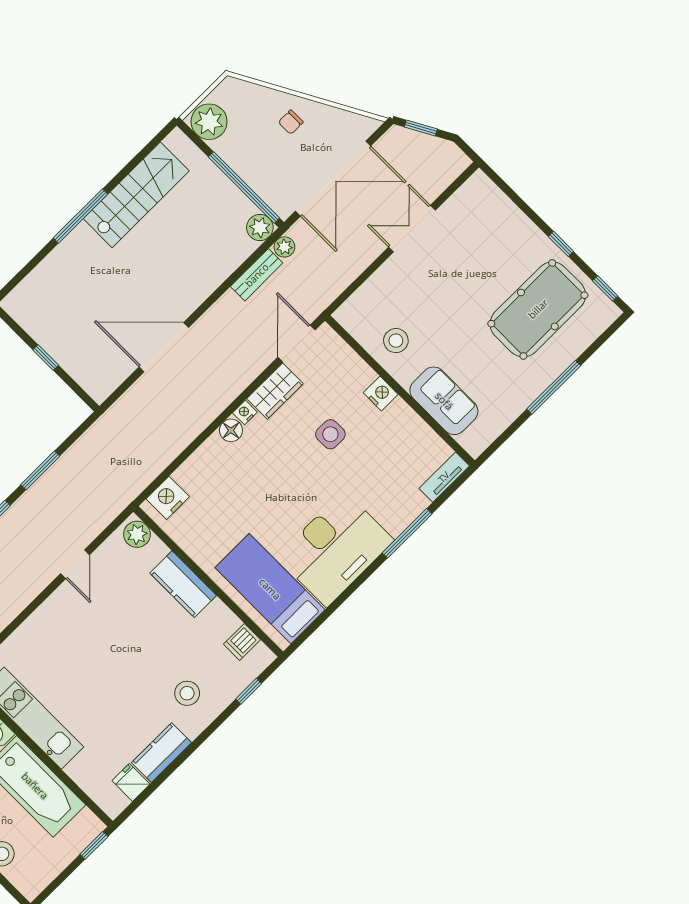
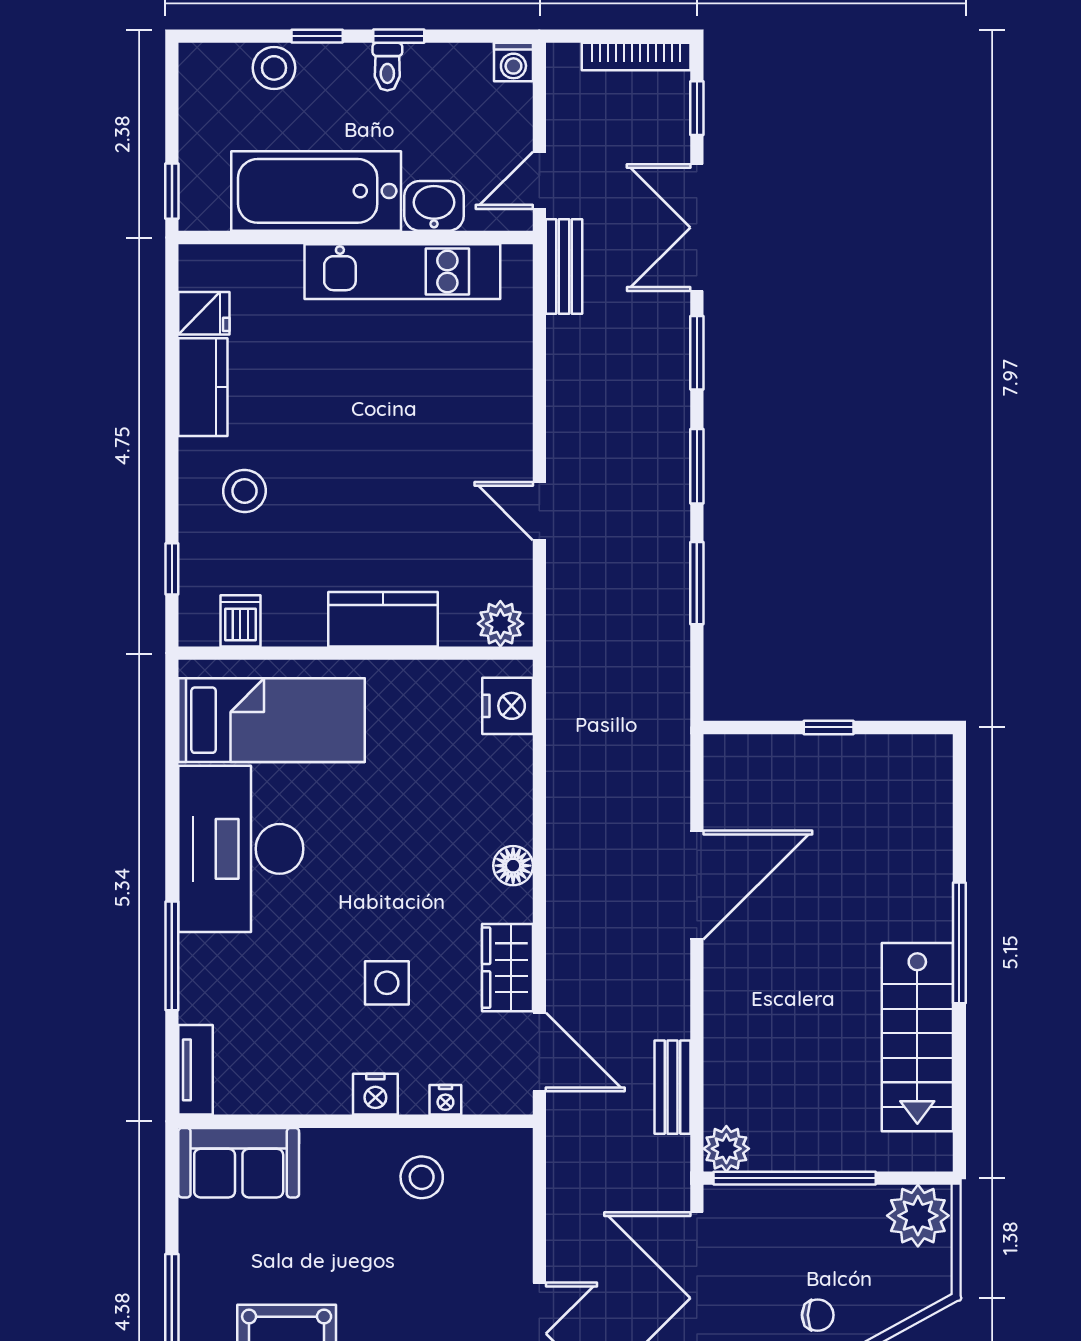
chair: (291, 122) -> (818, 1315), turned 90
plant: (284, 247) -> (672, 1155), removed
sofa: (444, 401) -> (239, 1163), moved
nightstand: (245, 412) -> (445, 1100), moved, turned 90

